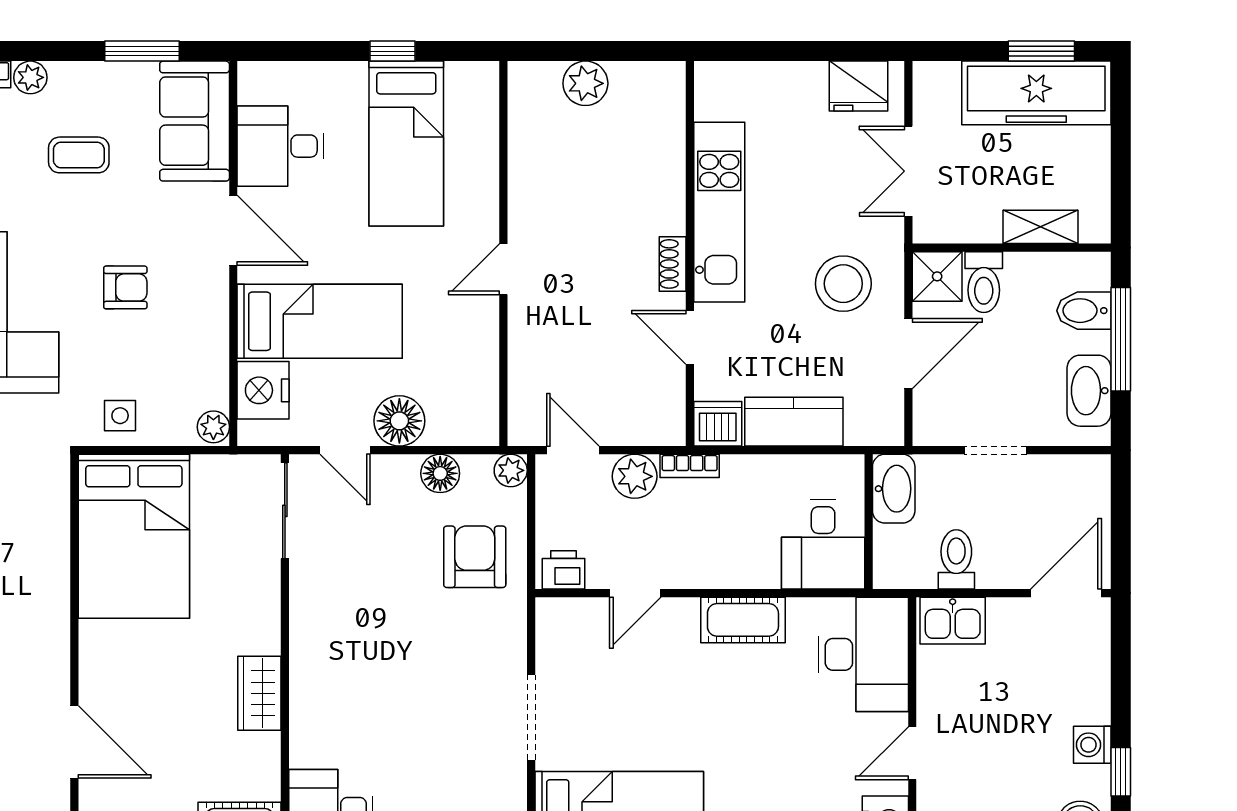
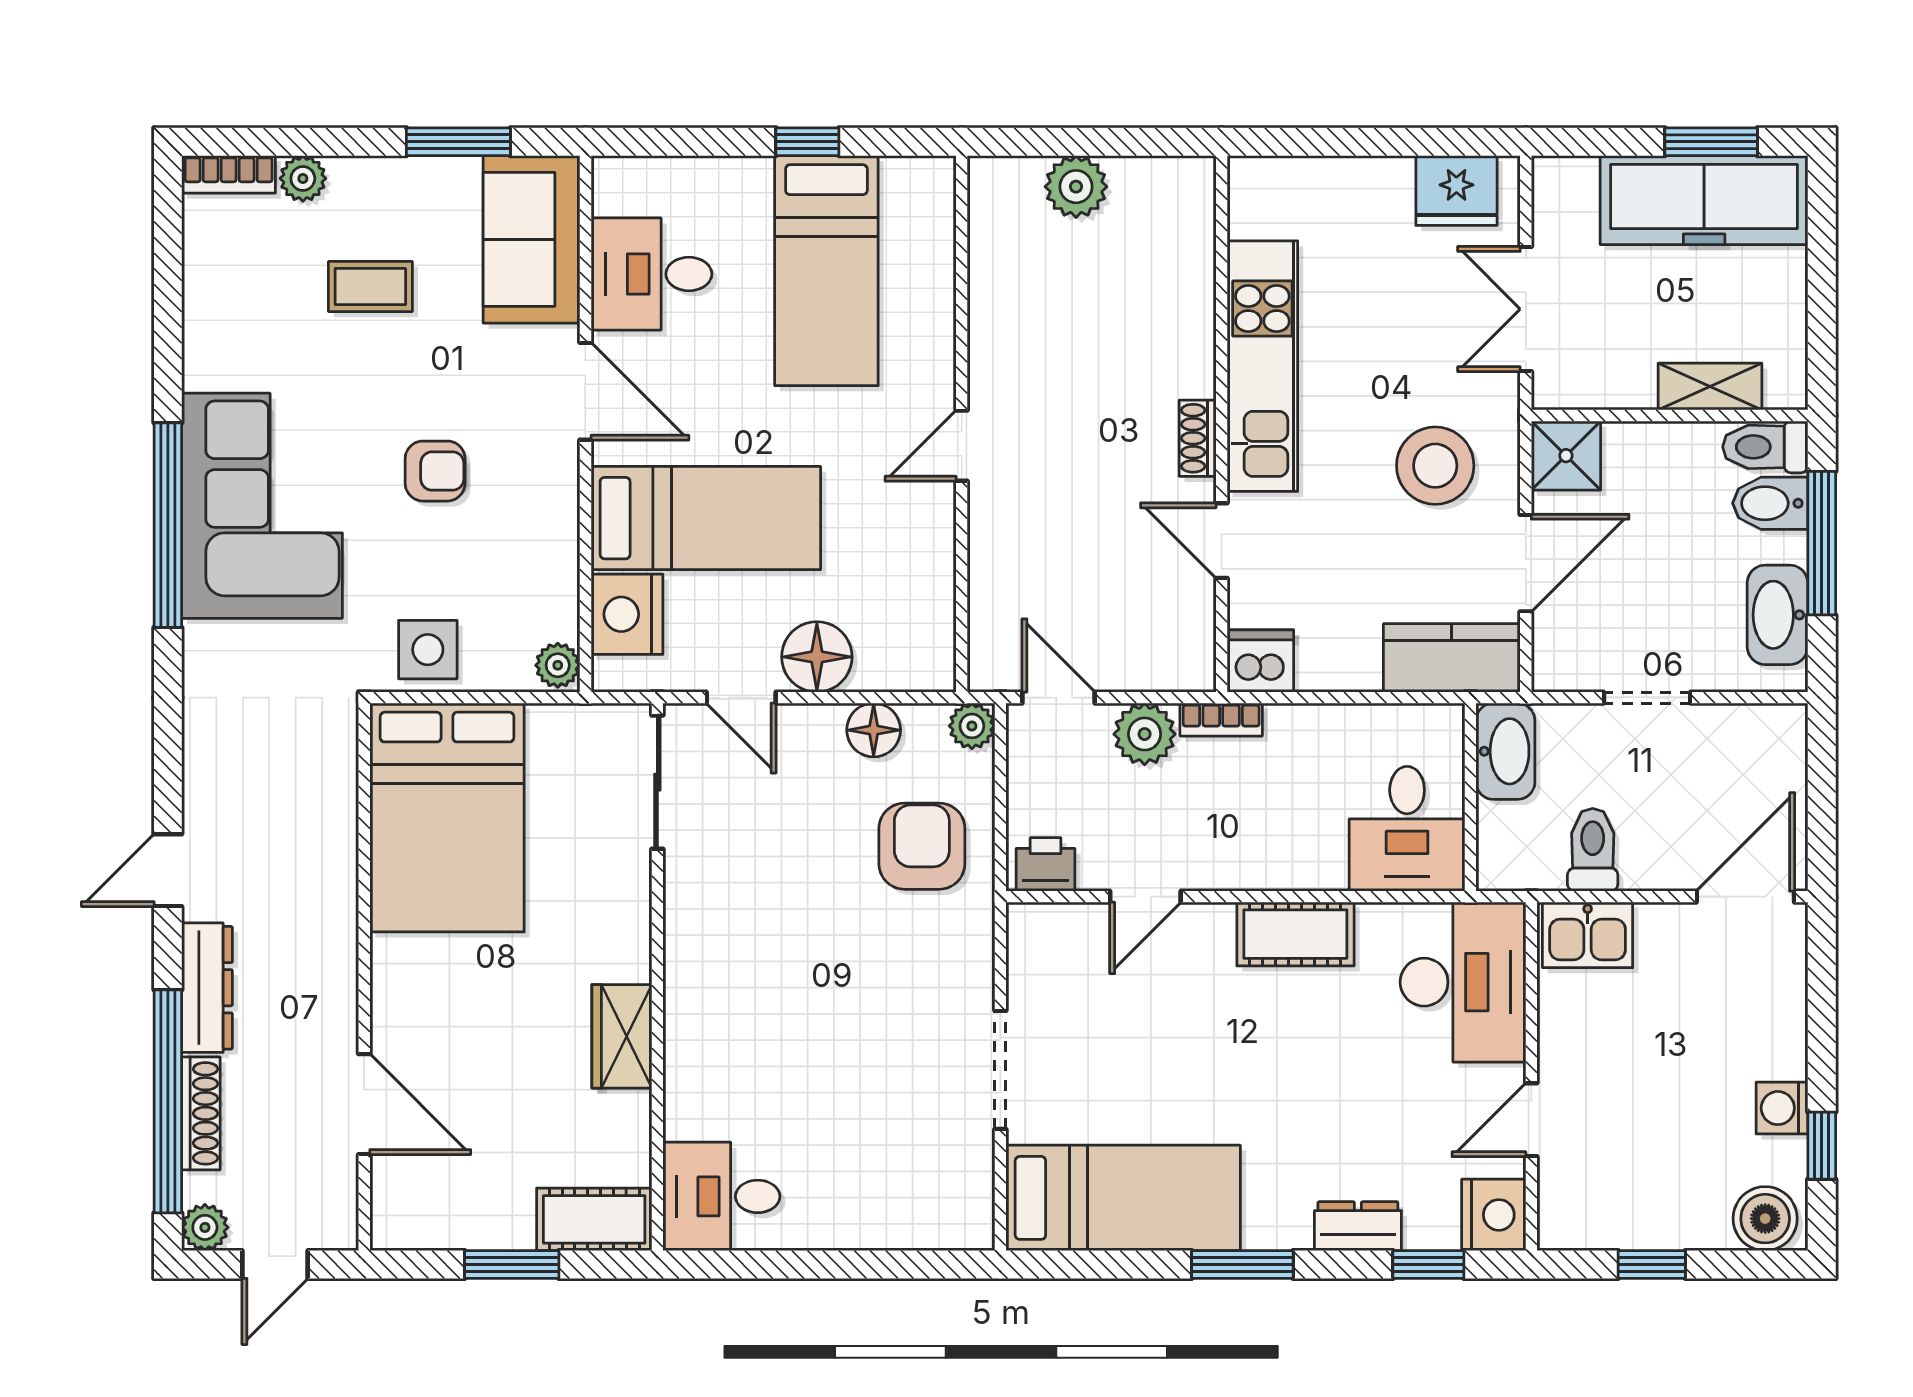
toilet: (984, 282) -> (1765, 447), moved, turned 90
side table: (120, 416) -> (428, 650), width x1.37, depth x1.37
kitchen counter: (794, 422) -> (1452, 658), moved

